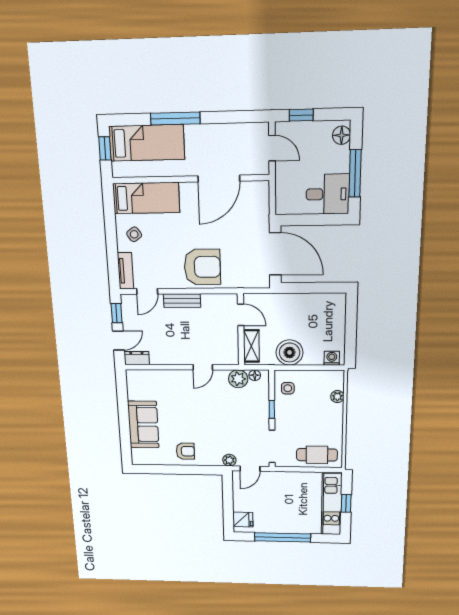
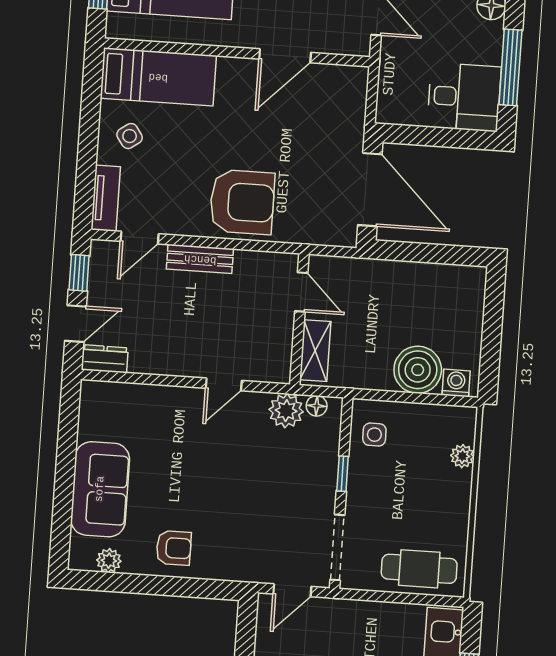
door: (219, 179) -> (285, 56), width x0.73
boiler: (290, 352) -> (418, 370), moved
plant: (229, 460) -> (109, 561), moved

